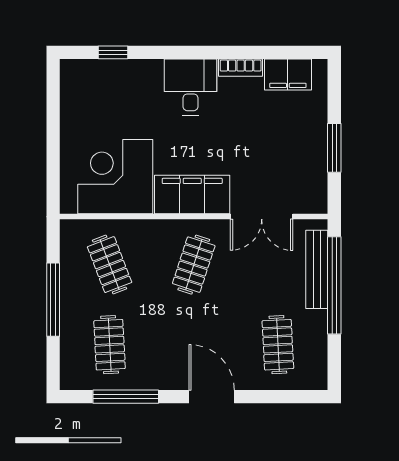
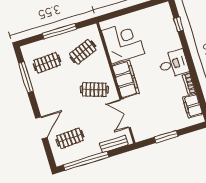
bench: (317, 269) -> (114, 144), width x0.73
window: (334, 285) -> (86, 161), moved
door: (212, 397) -> (41, 128), moved

